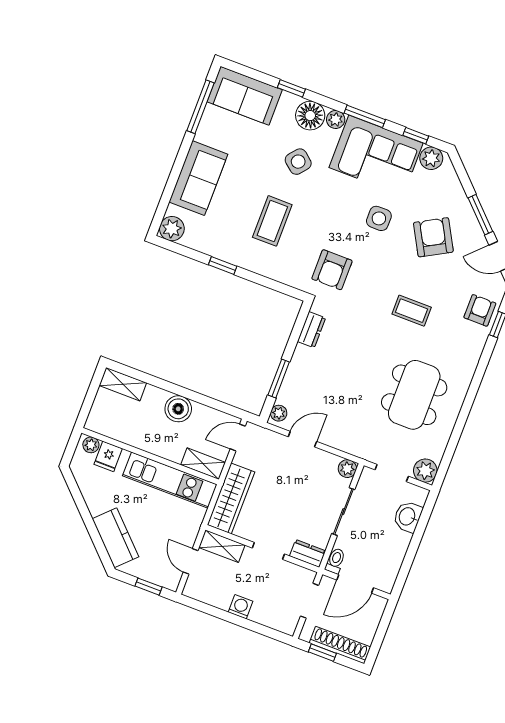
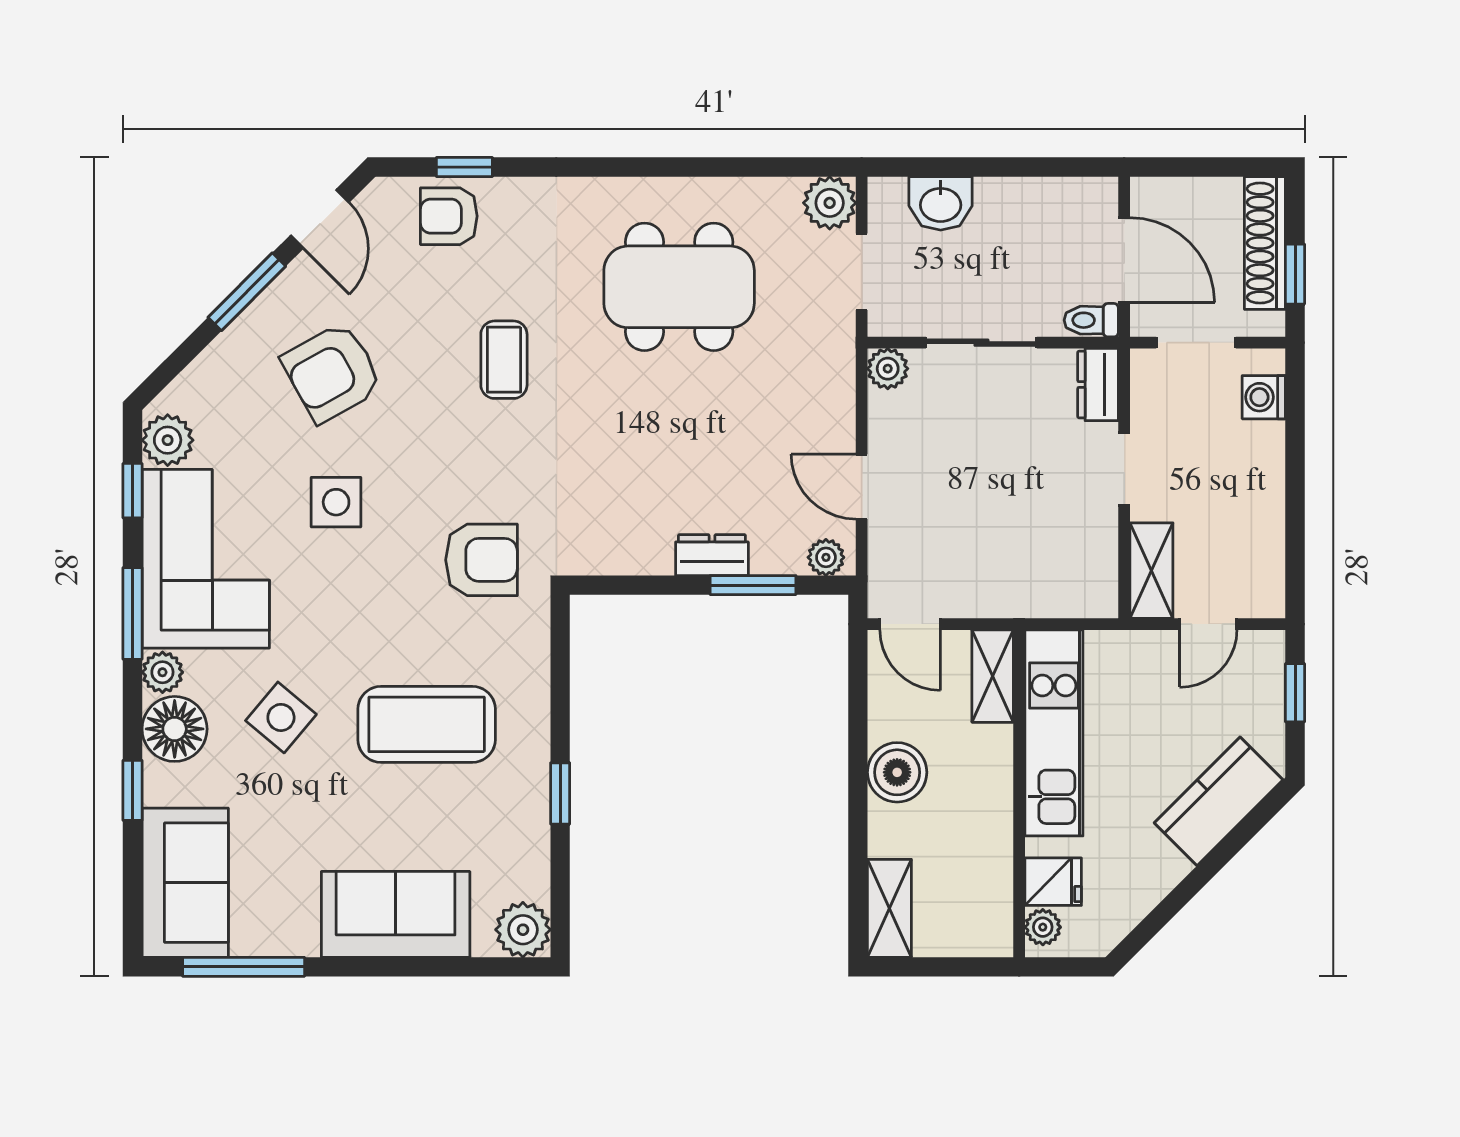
coffee table: (272, 221) -> (427, 724), width x1.36, depth x1.32
dresser: (312, 330) -> (712, 555), moved
wardrobe: (231, 498) -> (1044, 590), removed
washing machine: (240, 607) -> (1264, 397), moved

